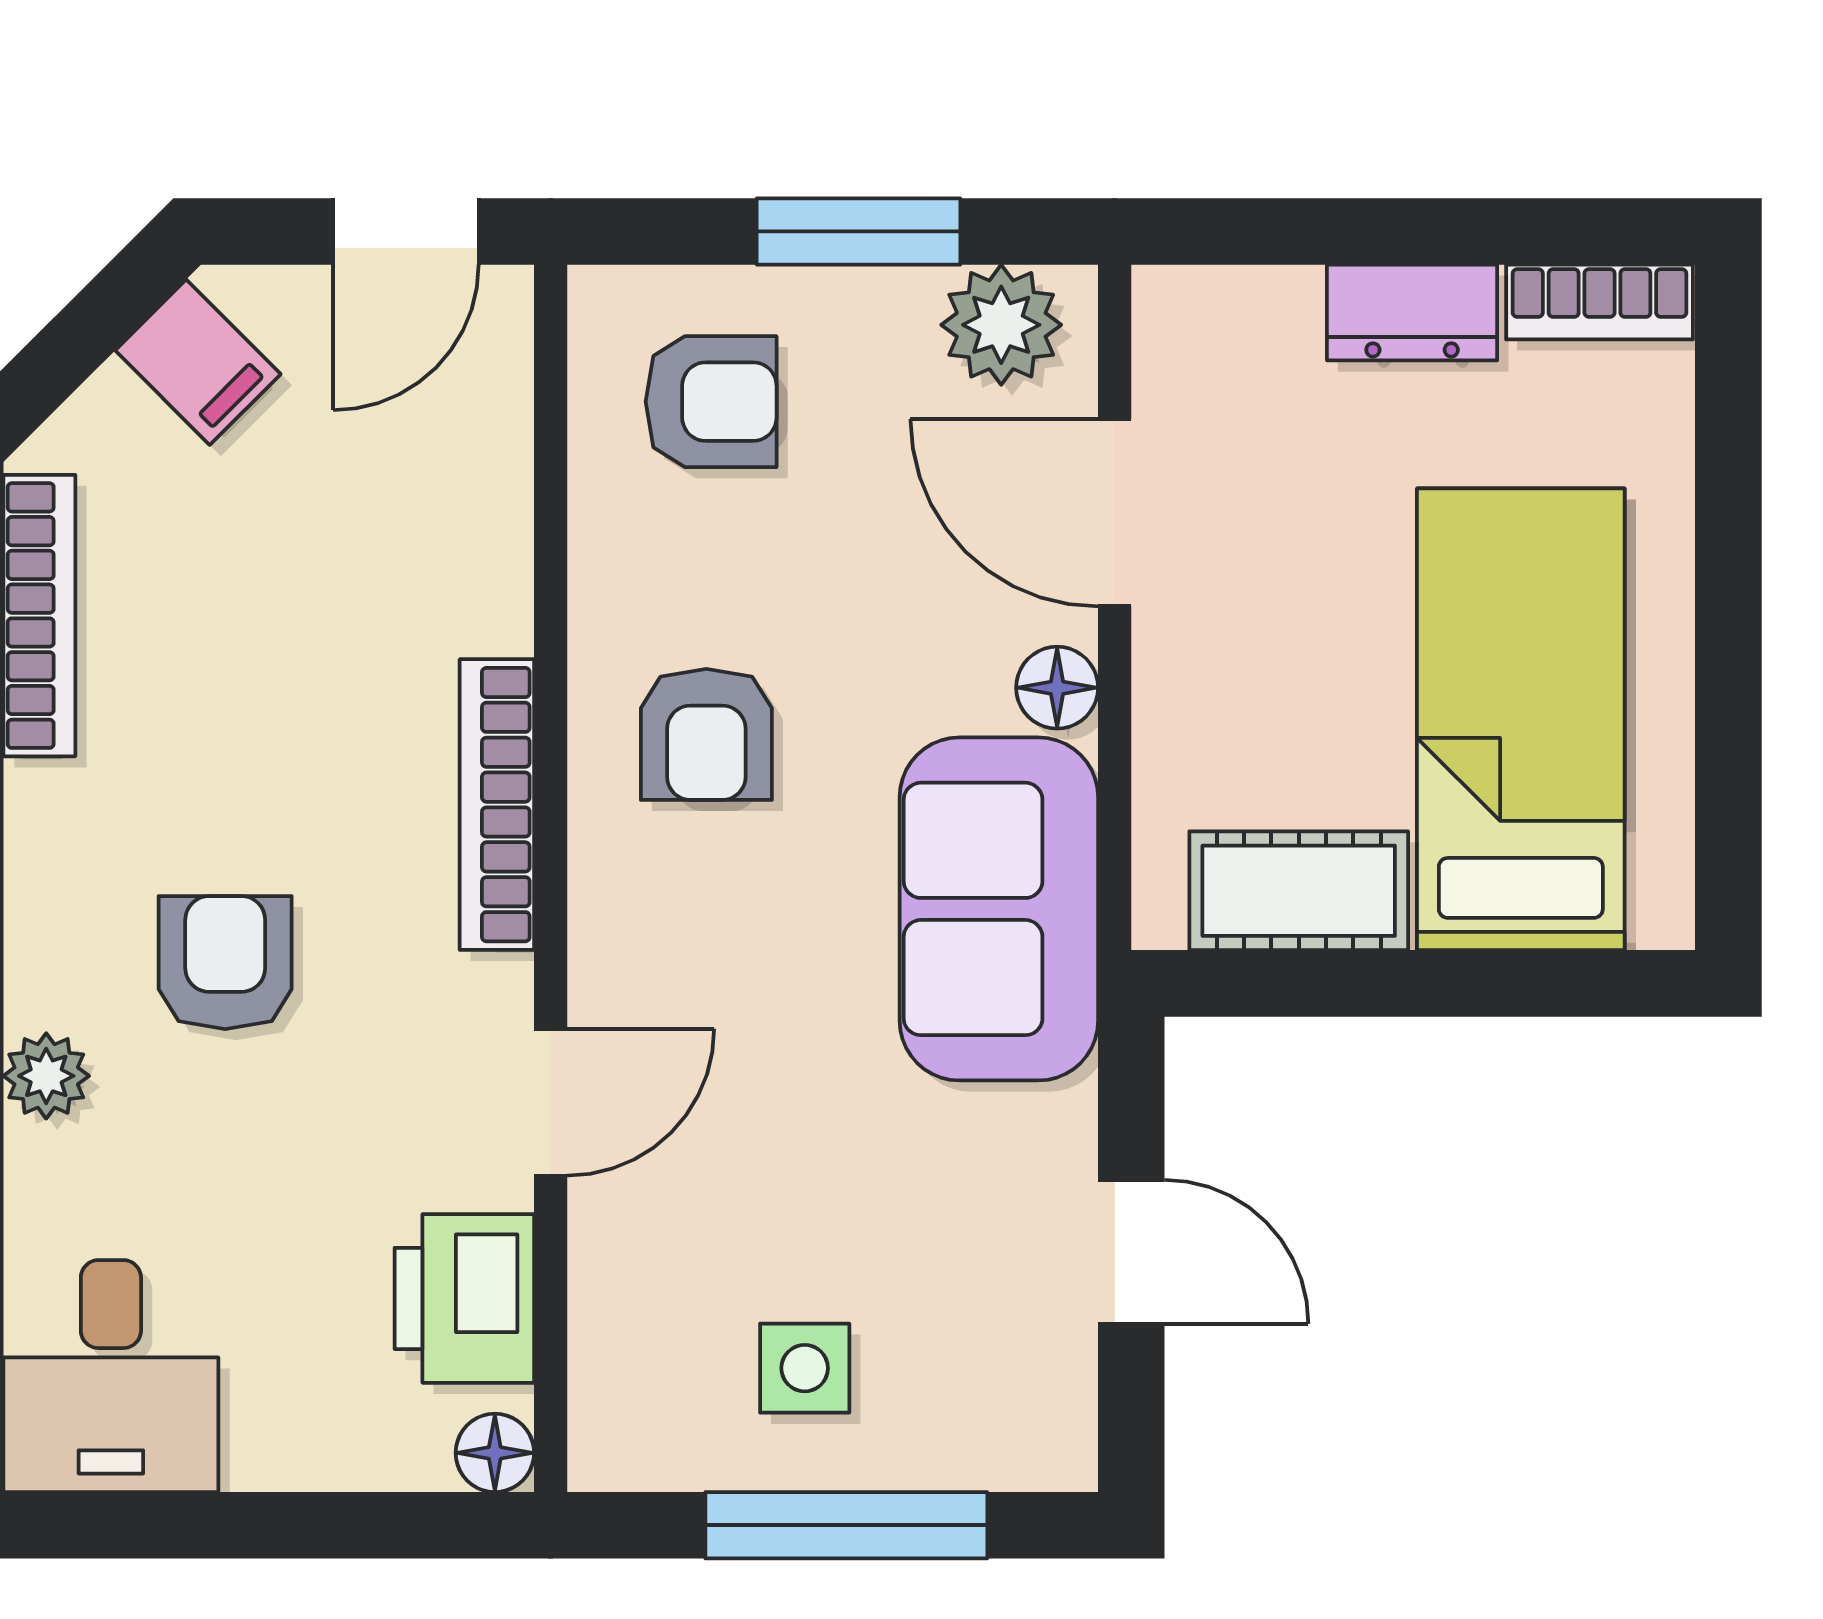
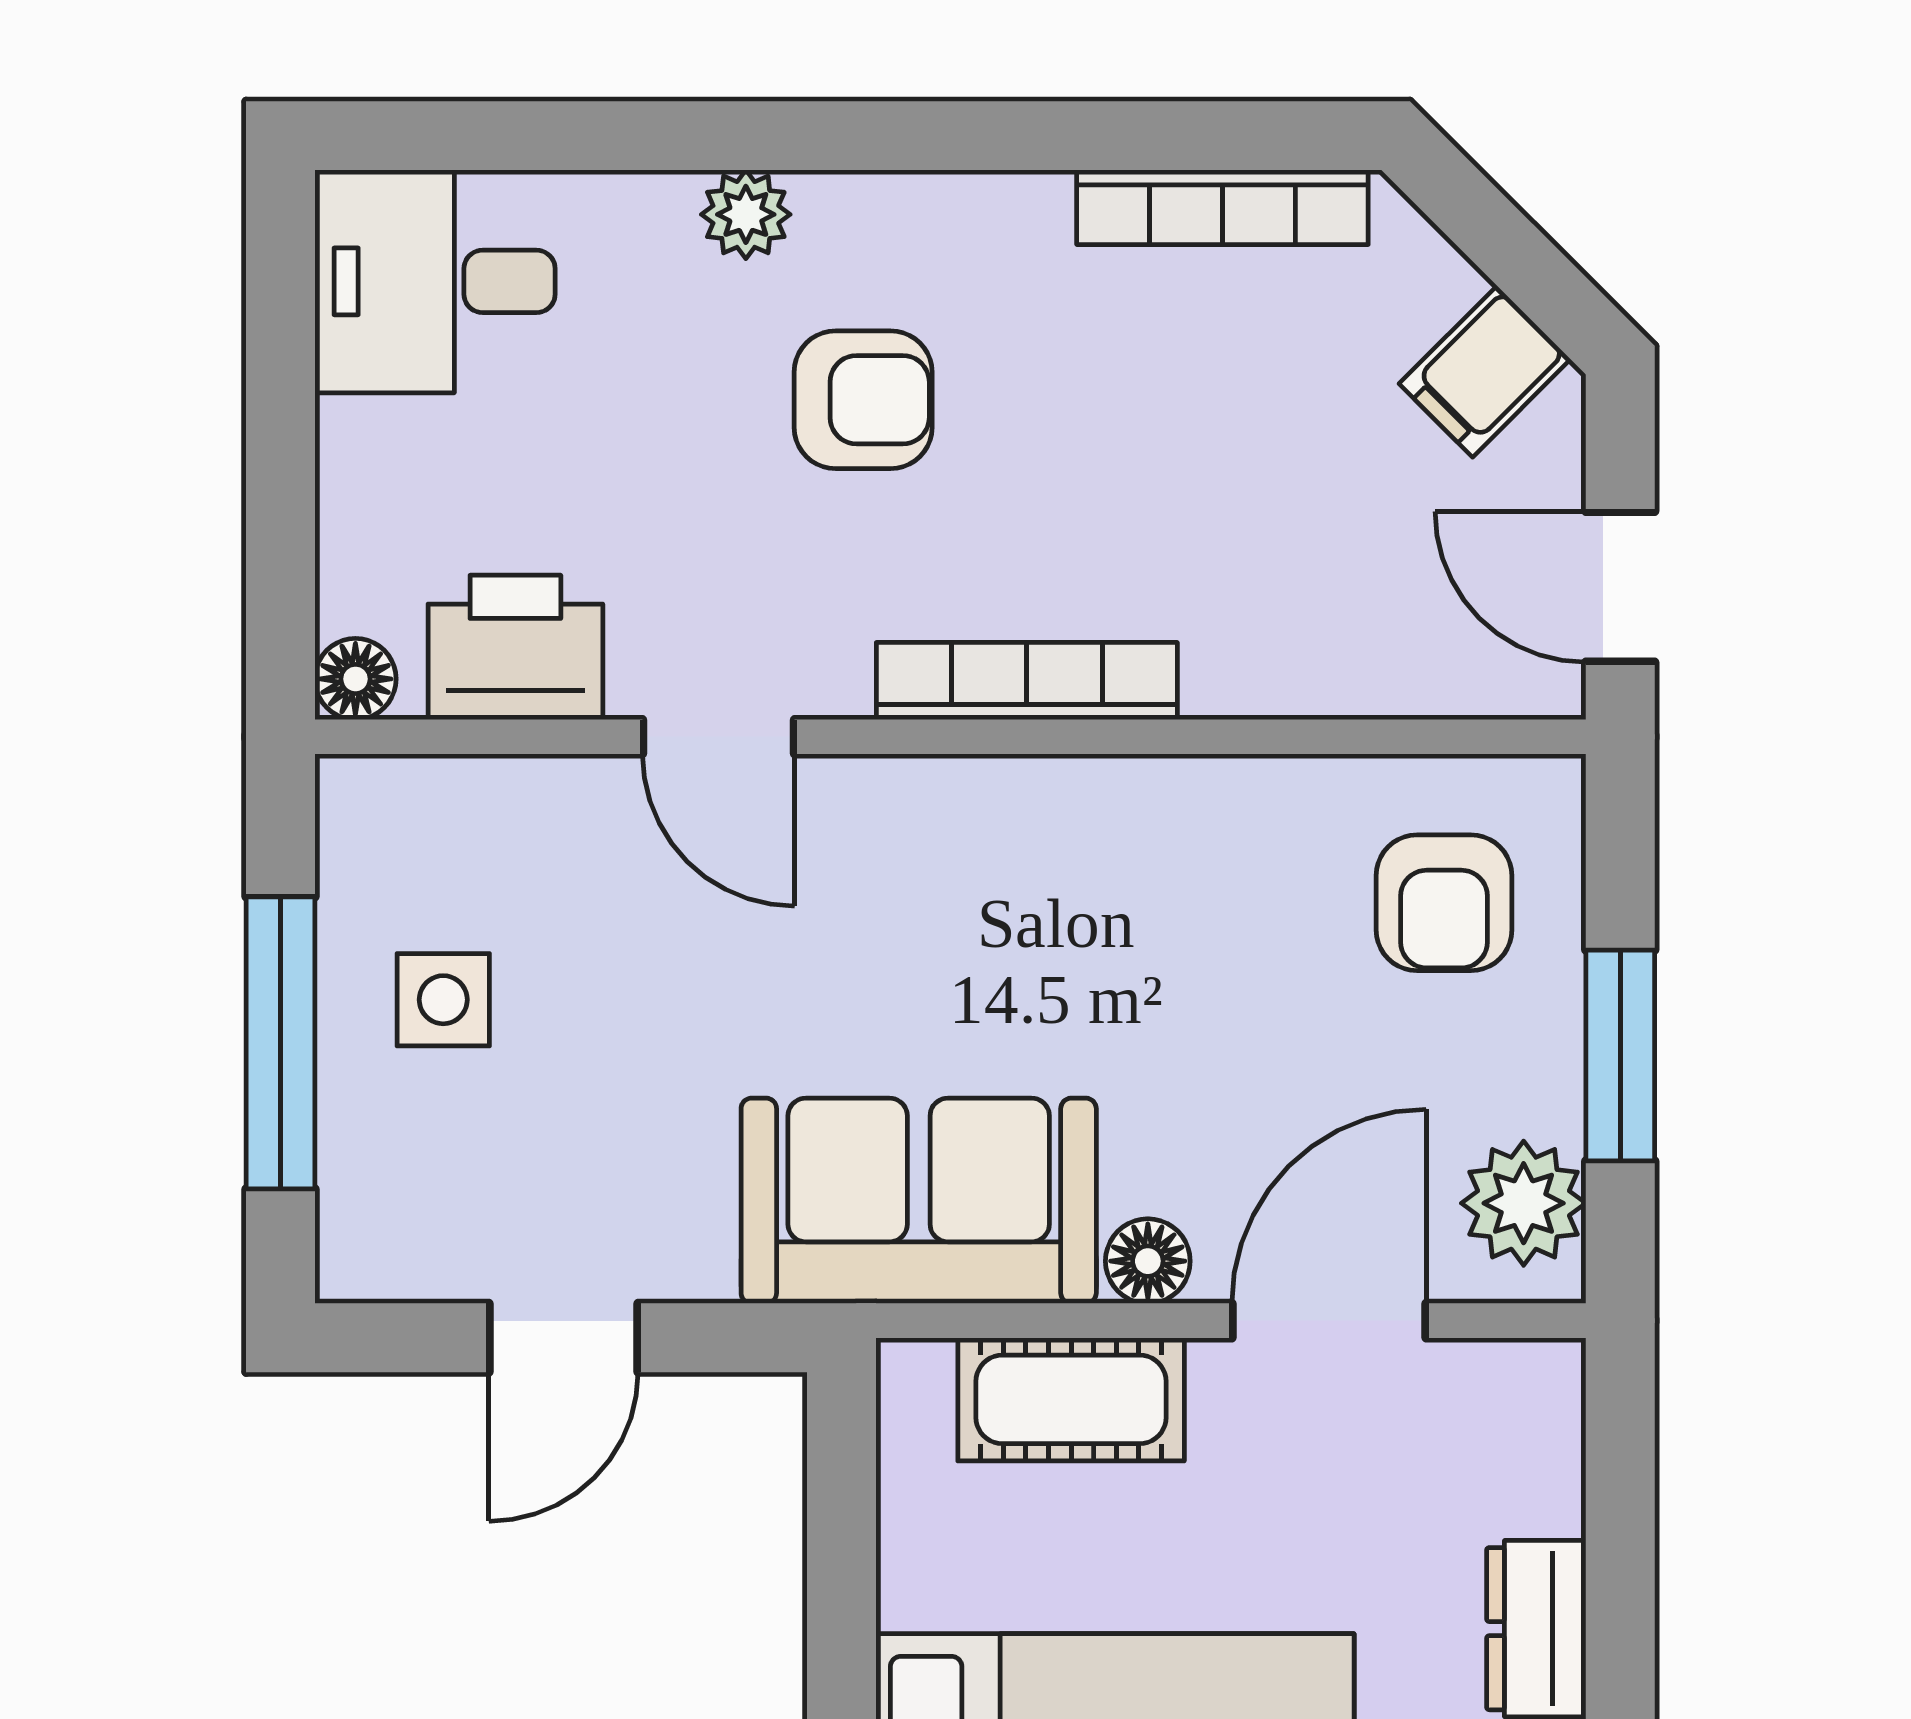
armchair: (706, 734) -> (1099, 898), removed
cot: (1299, 891) -> (1071, 1399), moved, turned 90

